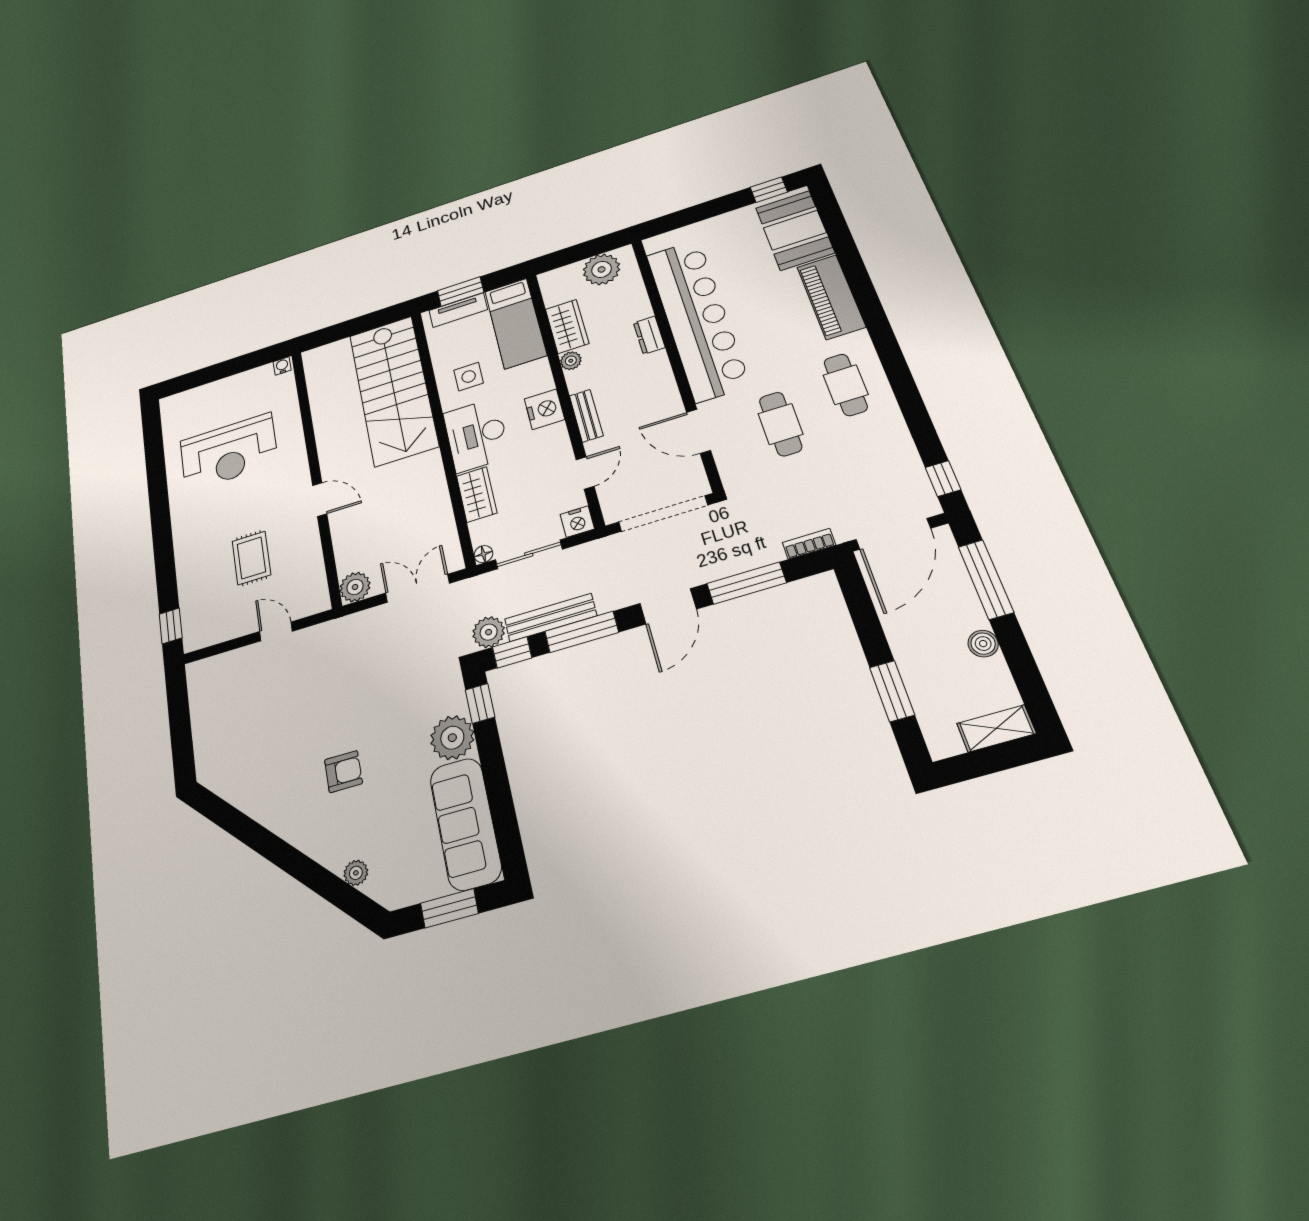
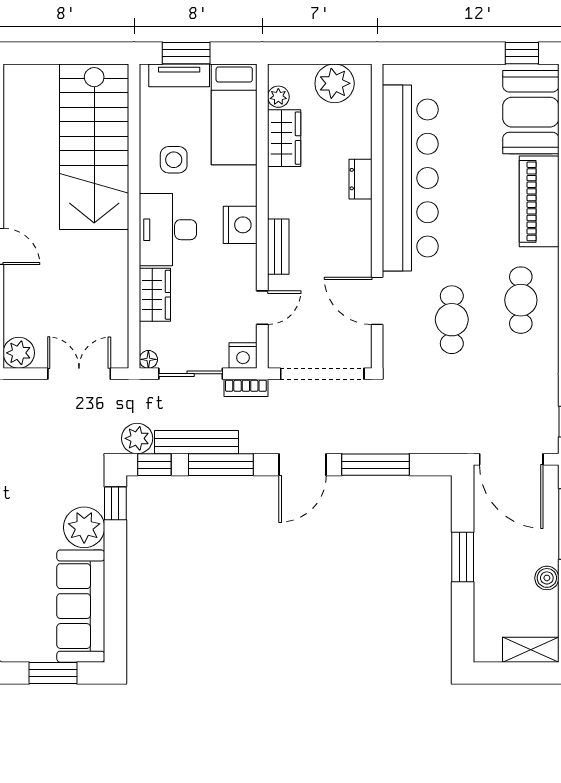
plant: (571, 361) -> (278, 97), moved
door: (893, 534) -> (511, 459), hinge flipped
bookcase: (809, 544) -> (246, 388), moved, turned 180
window: (892, 691) -> (463, 557), moved

